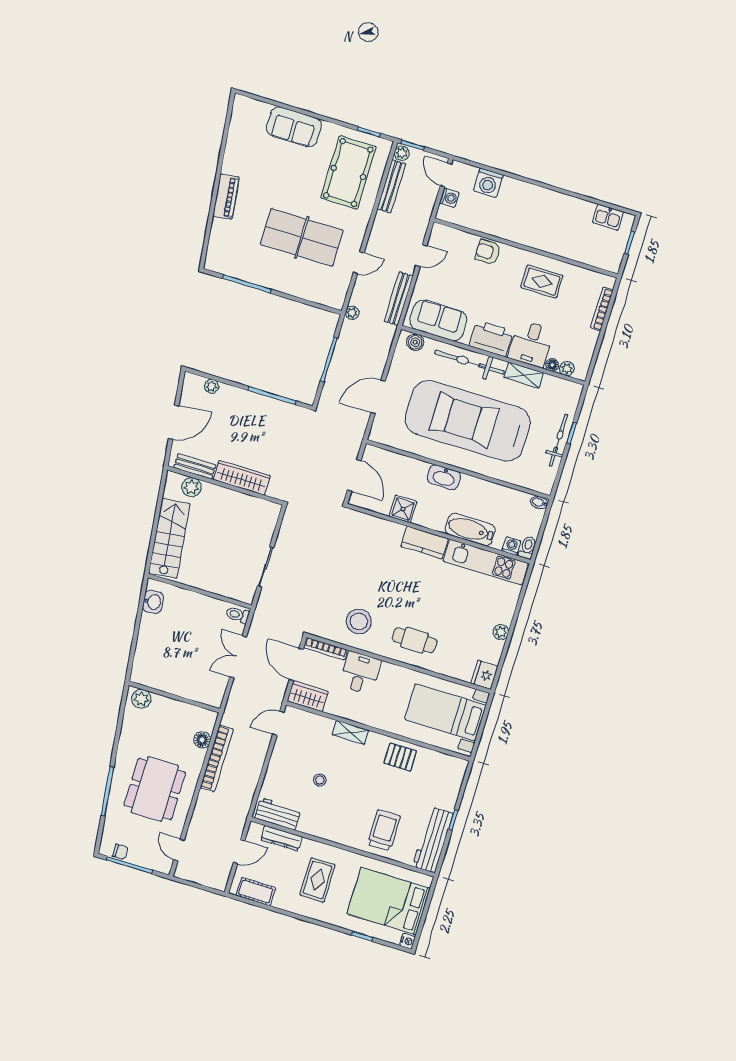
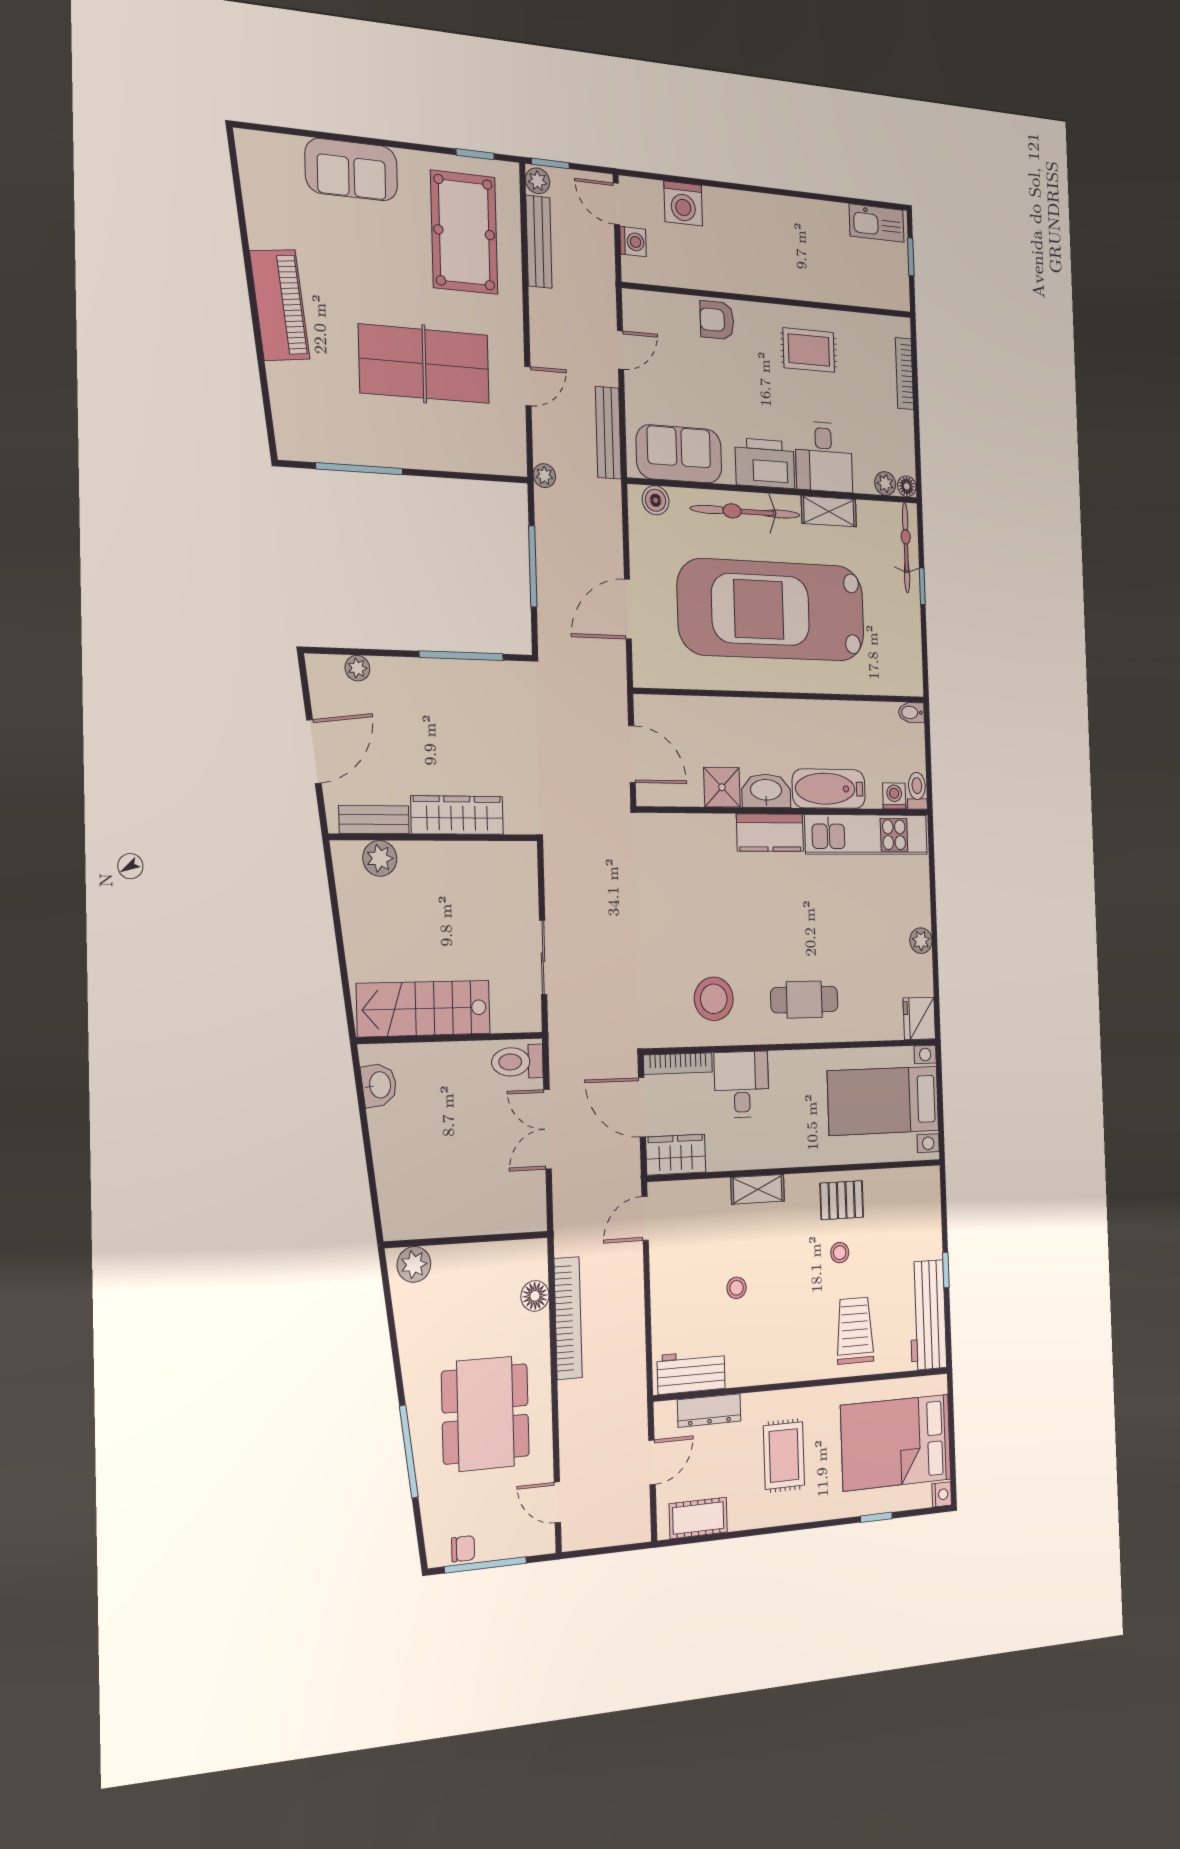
piano: (226, 197) -> (280, 305), width x1.37, depth x1.33
kitchen sink: (608, 217) -> (877, 223), width x1.38
floor lamp: (552, 365) -> (907, 486), moved
bicycle: (558, 440) -> (906, 548), moved
washbasin: (444, 477) -> (766, 791), moved, turned 180
stairs: (169, 538) -> (424, 1009), moved, turned -83
toilet: (238, 615) -> (517, 1062), width x1.37, depth x1.39
stool: (389, 785) -> (840, 1253), added

